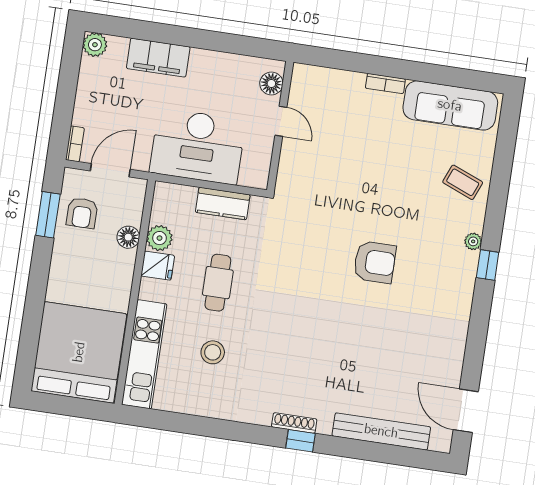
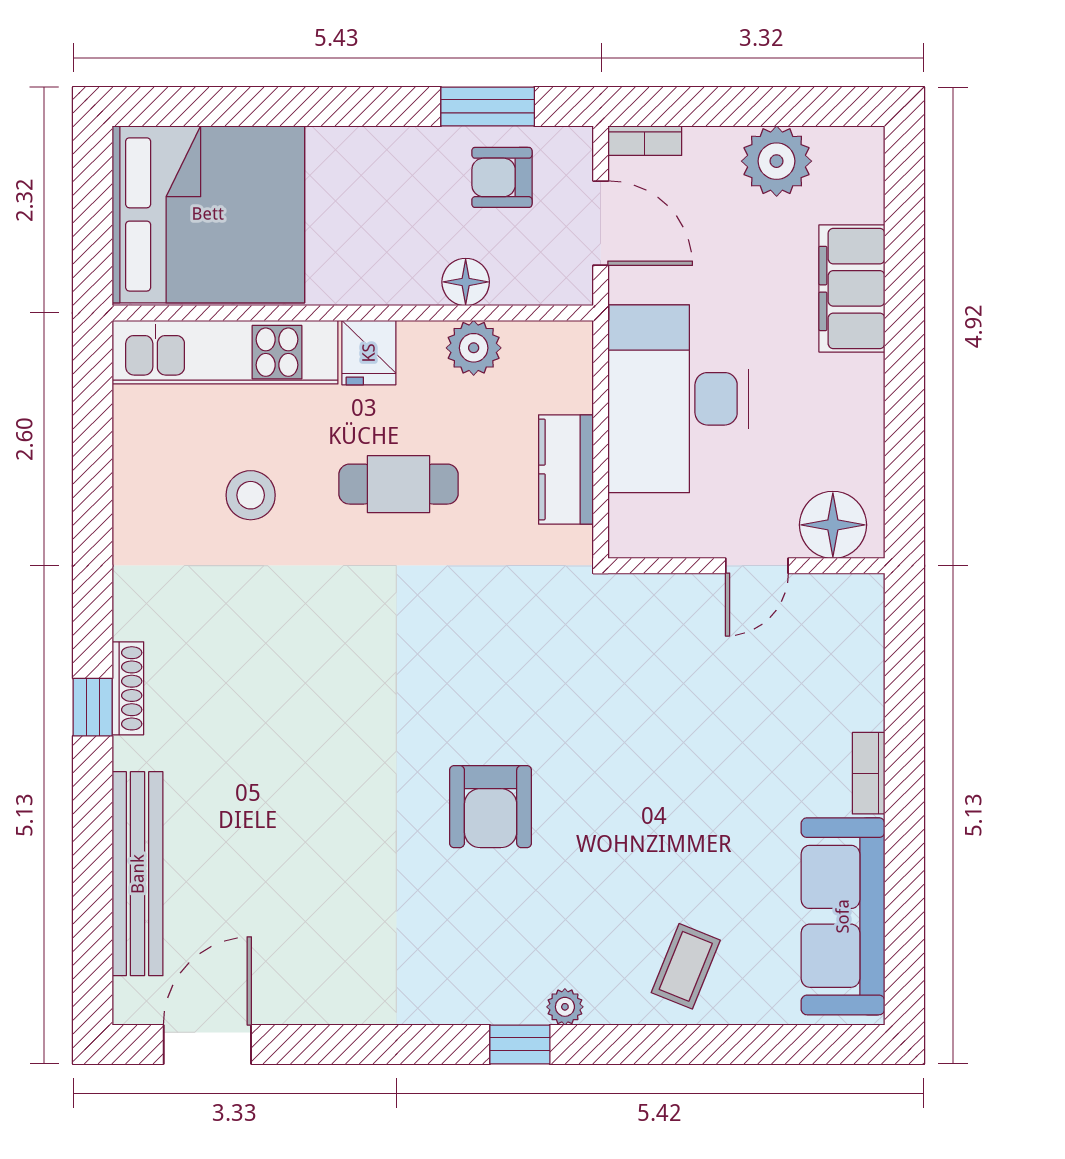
plant: (95, 45) -> (777, 161), moved, width x1.36, depth x1.36
floor lamp: (271, 83) -> (833, 525), width x1.38, depth x1.38
fridge: (158, 266) -> (369, 353), moved

